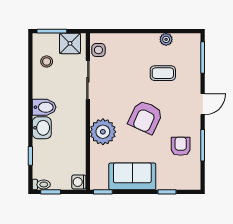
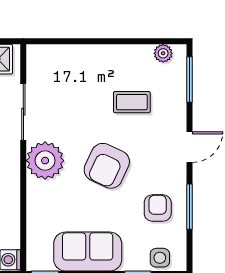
plant: (166, 39) -> (163, 53), moved
side table: (98, 50) -> (160, 258), moved
plant: (103, 132) -> (45, 161), moved

